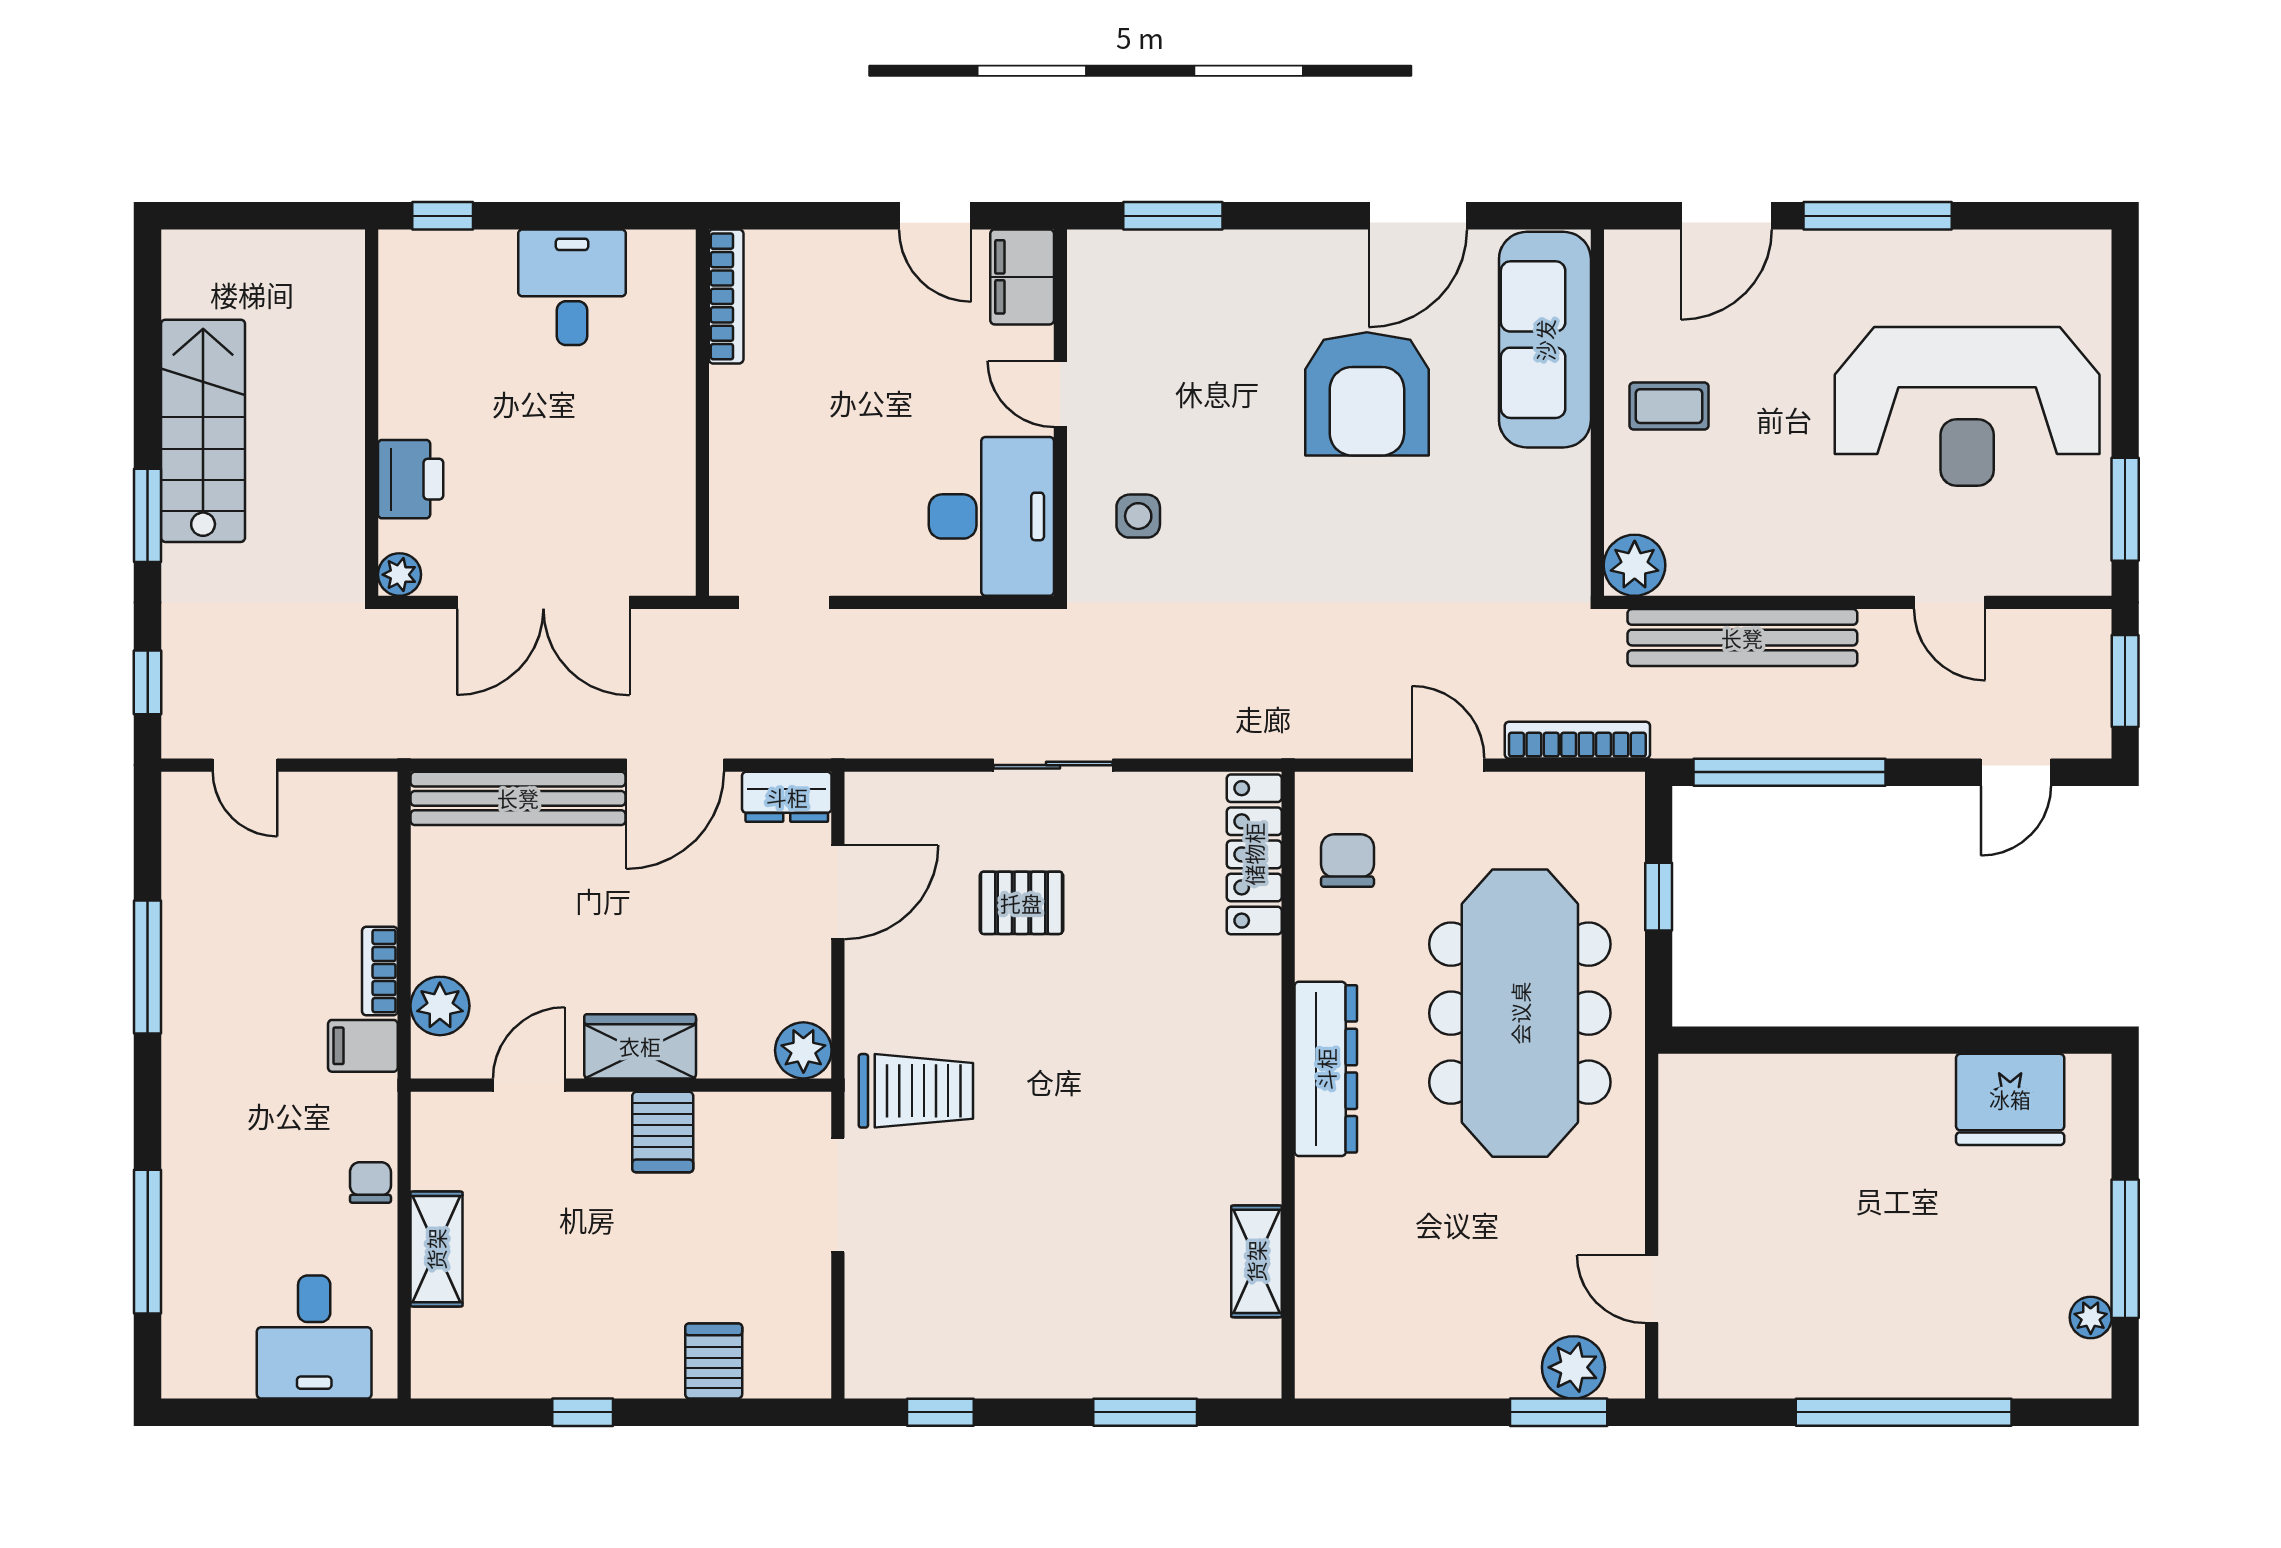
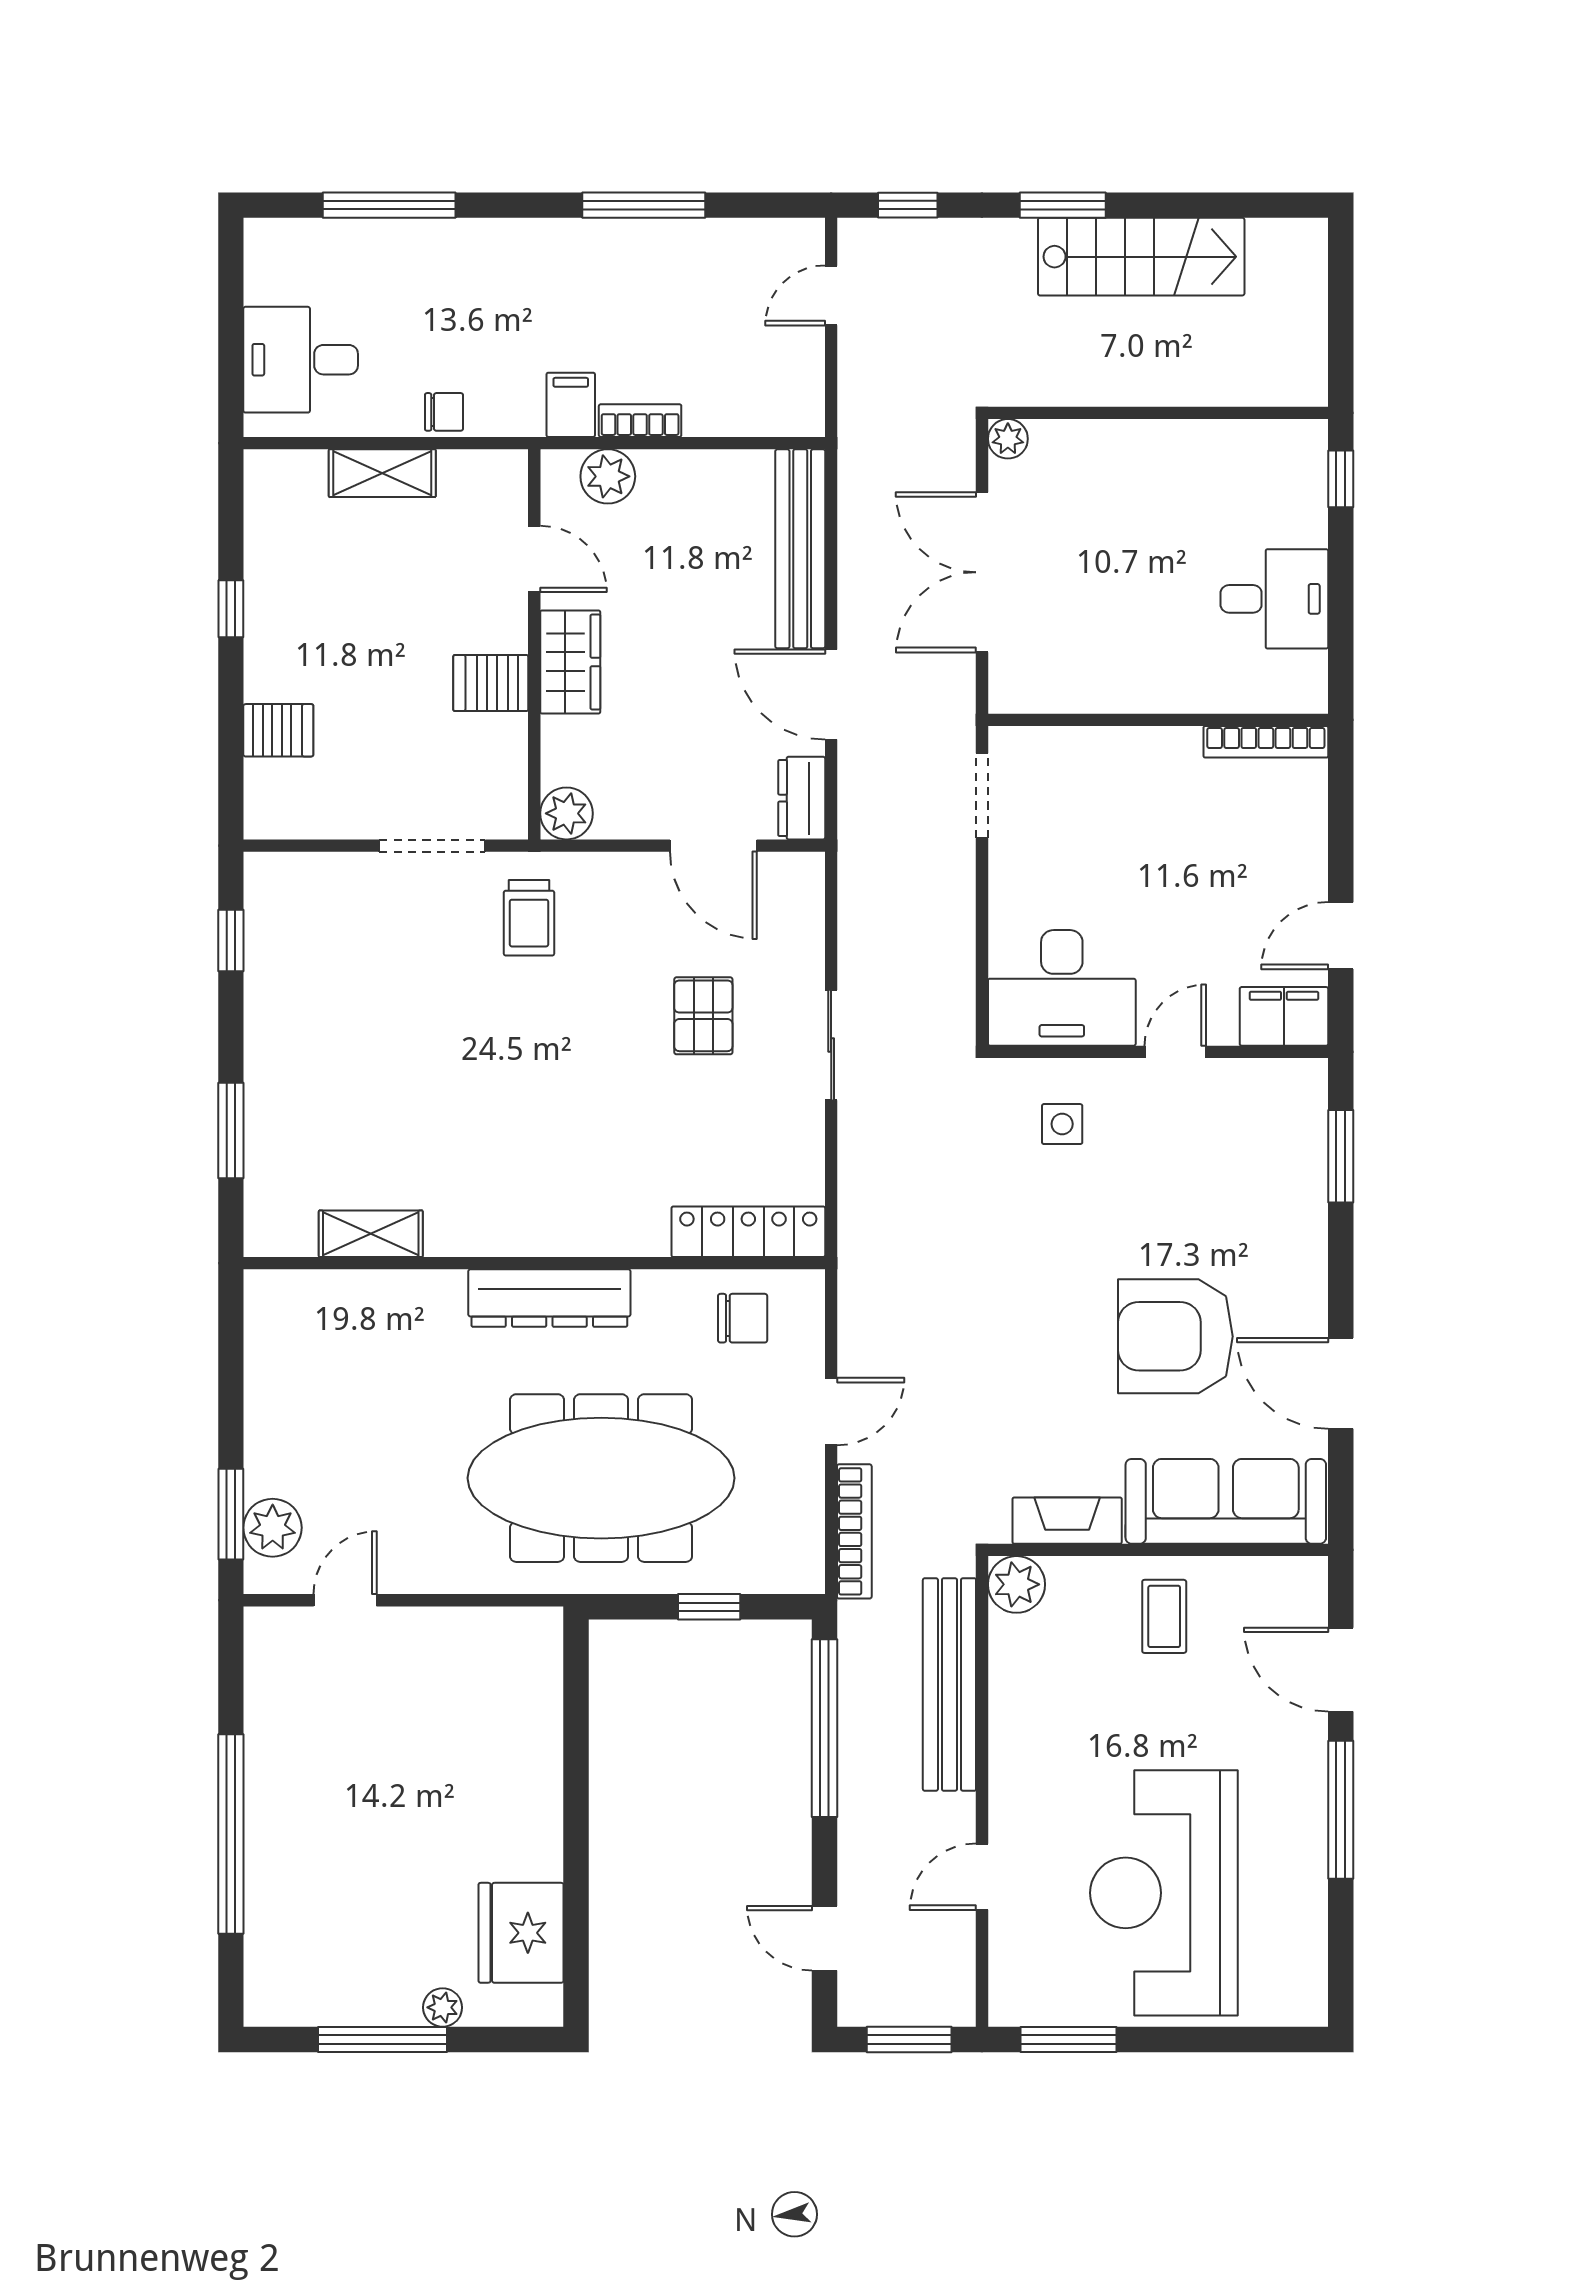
printer: (411, 479) -> (1096, 449), removed
fireplace: (1566, 511) -> (1067, 1521), added
trolley: (916, 1091) -> (529, 918), width x0.73, depth x0.72
plant: (2091, 1317) -> (443, 2007), moved

